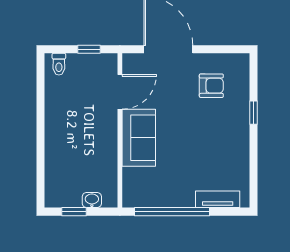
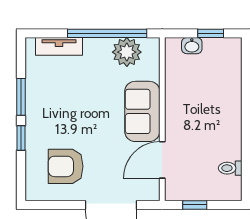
toilet: (59, 64) -> (230, 168), moved, turned -90
armchair: (211, 86) -> (66, 166), width x1.38, depth x1.38
window: (254, 151) -> (21, 97), added
plant: (153, 194) -> (127, 52), added

